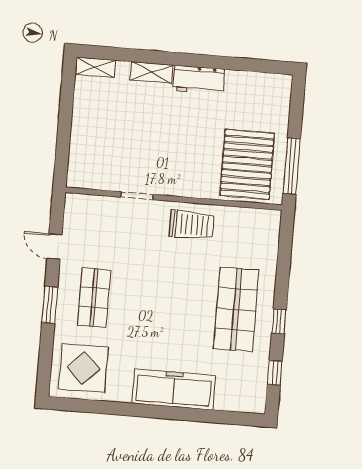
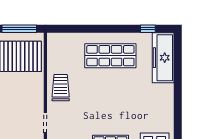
window: (279, 321) -> (116, 29), removed
freezer: (174, 389) -> (163, 58), moved

